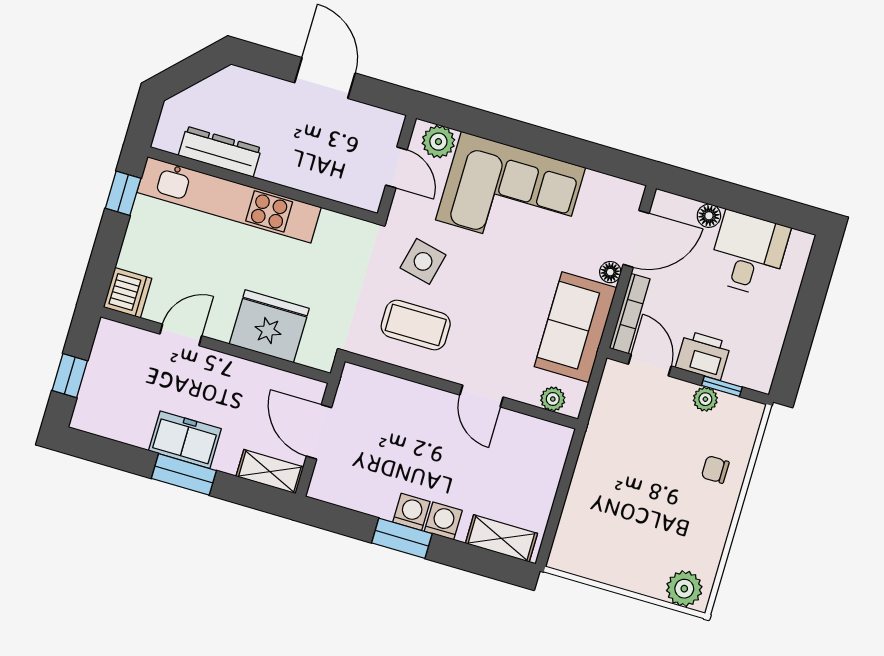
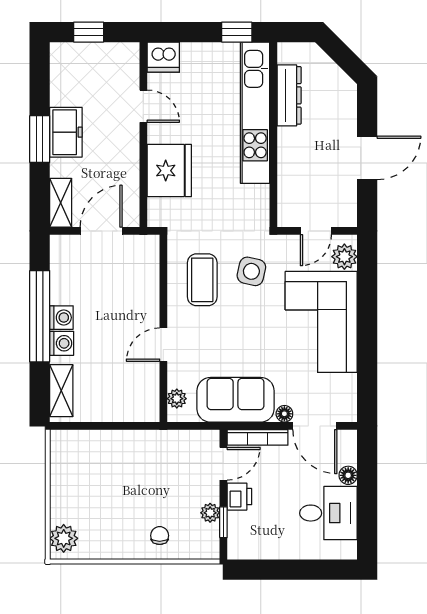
printer: (703, 355) -> (239, 497), width x0.73, depth x0.81
window: (402, 538) -> (40, 316), width x2.11

